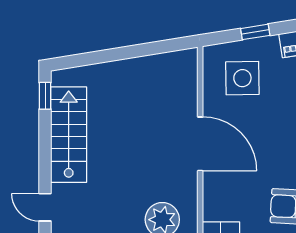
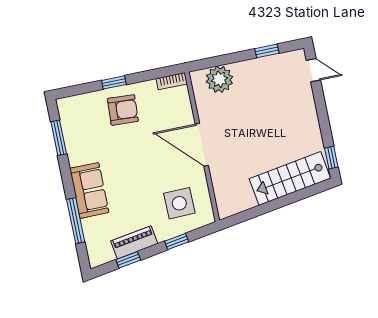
stairs: (69, 135) -> (290, 178), moved, turned 81

